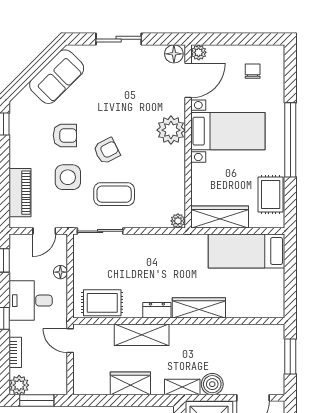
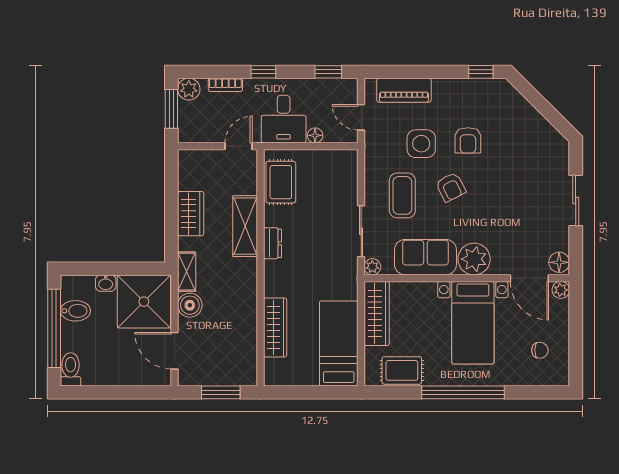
sofa: (57, 77) -> (425, 257), moved, turned 135
sliding door: (100, 231) -> (361, 231), moved
desk: (31, 301) -> (284, 119), moved, turned 180
wardrobe: (199, 308) -> (275, 327), moved

